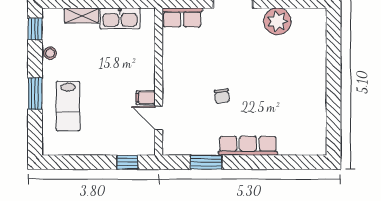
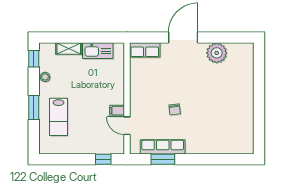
row of seats: (248, 146) -> (163, 147), moved

